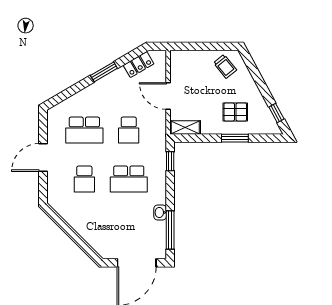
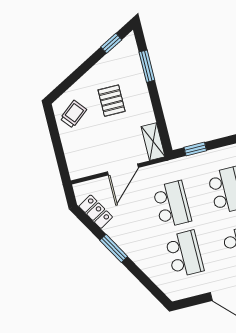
pallet: (235, 112) -> (112, 101), moved
school desk: (129, 130) -> (172, 204), width x1.85
window: (235, 138) -> (147, 66), moved

